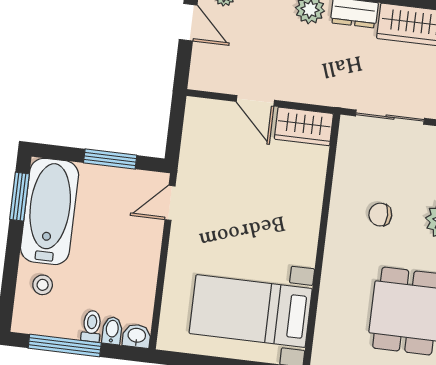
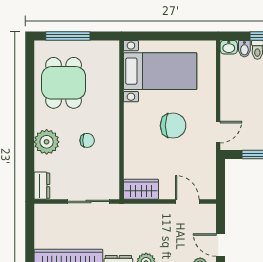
door: (255, 101) -> (187, 201), moved
chair: (241, 222) -> (173, 126), added

